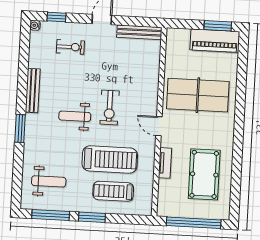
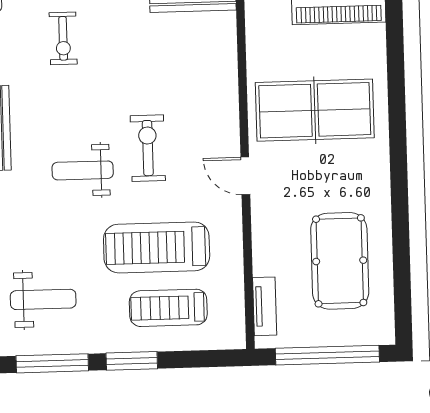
exercise bike: (70, 47) -> (63, 38), turned 90
exercise bike: (110, 107) -> (148, 148), turned 180
treadmill: (110, 159) -> (157, 247), turned 180
tv unit: (165, 163) -> (265, 306), moved

